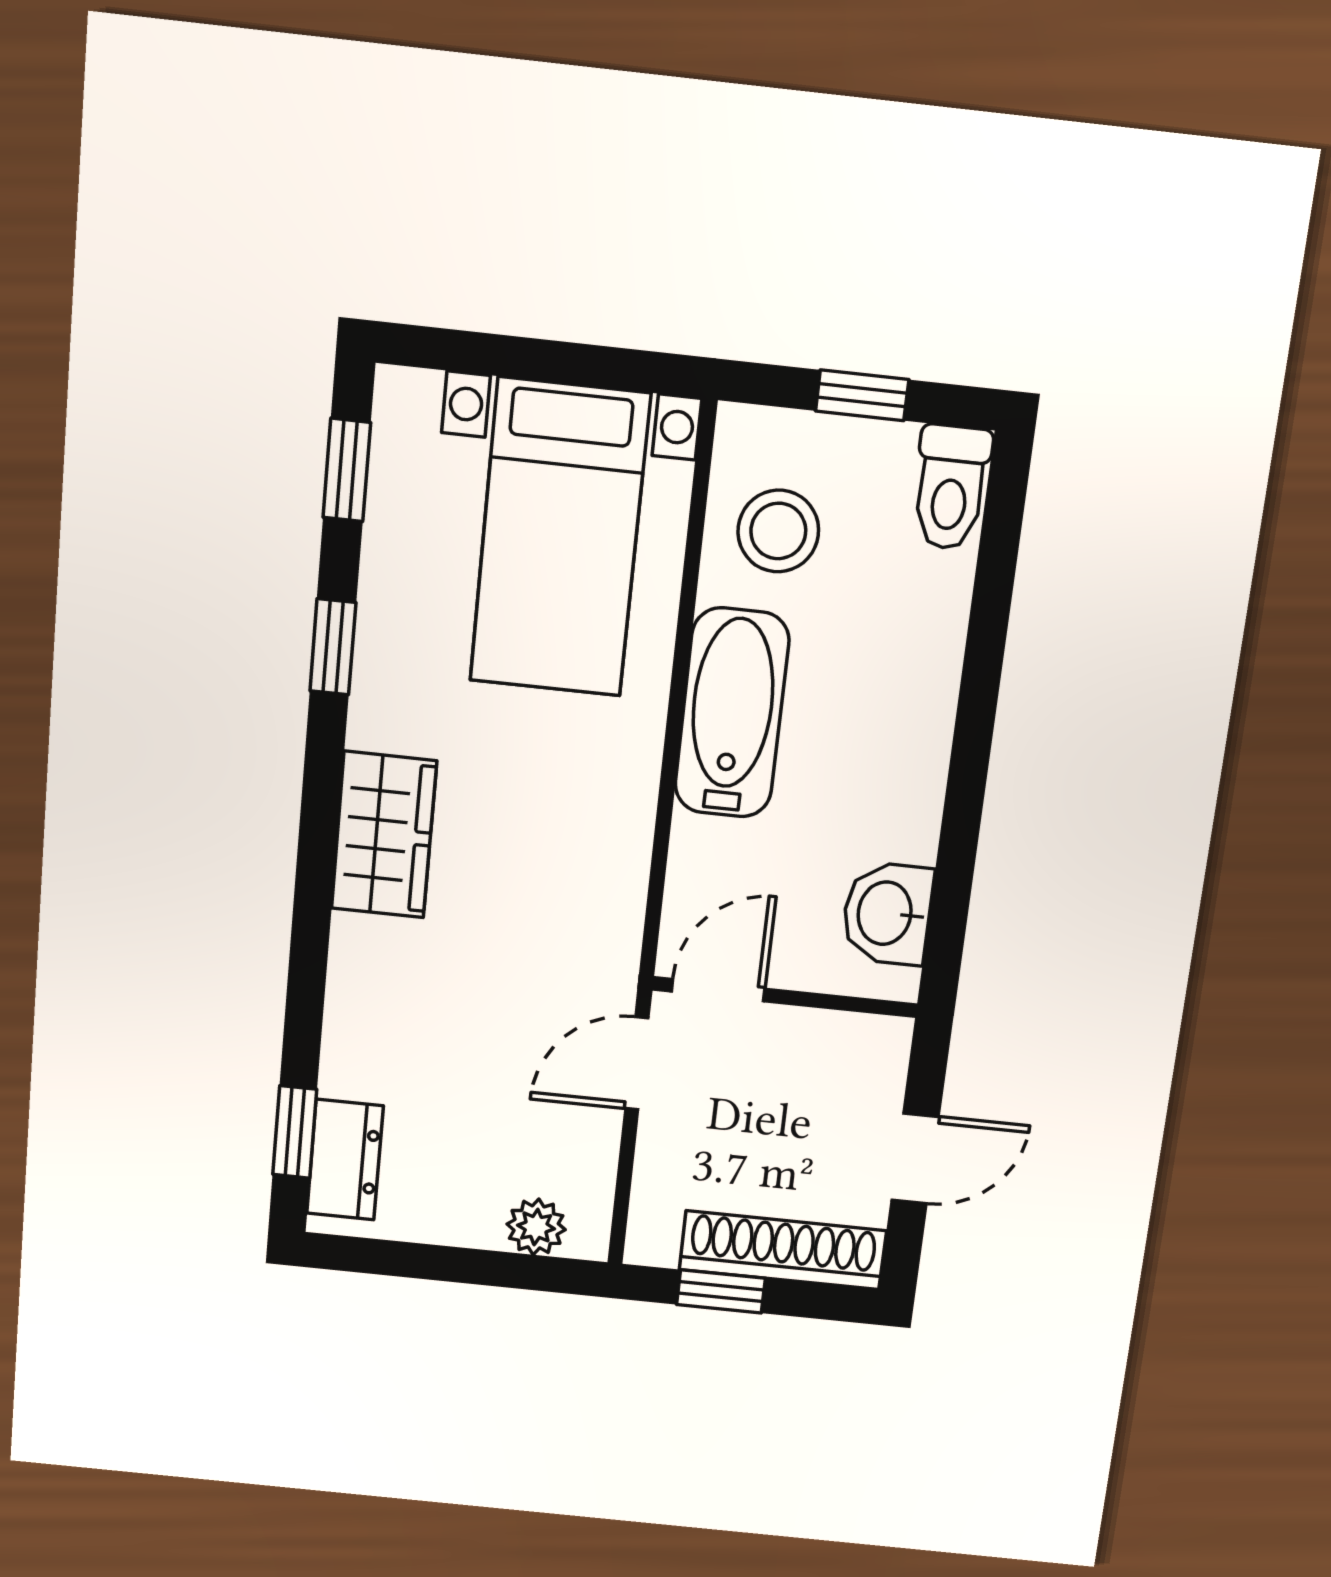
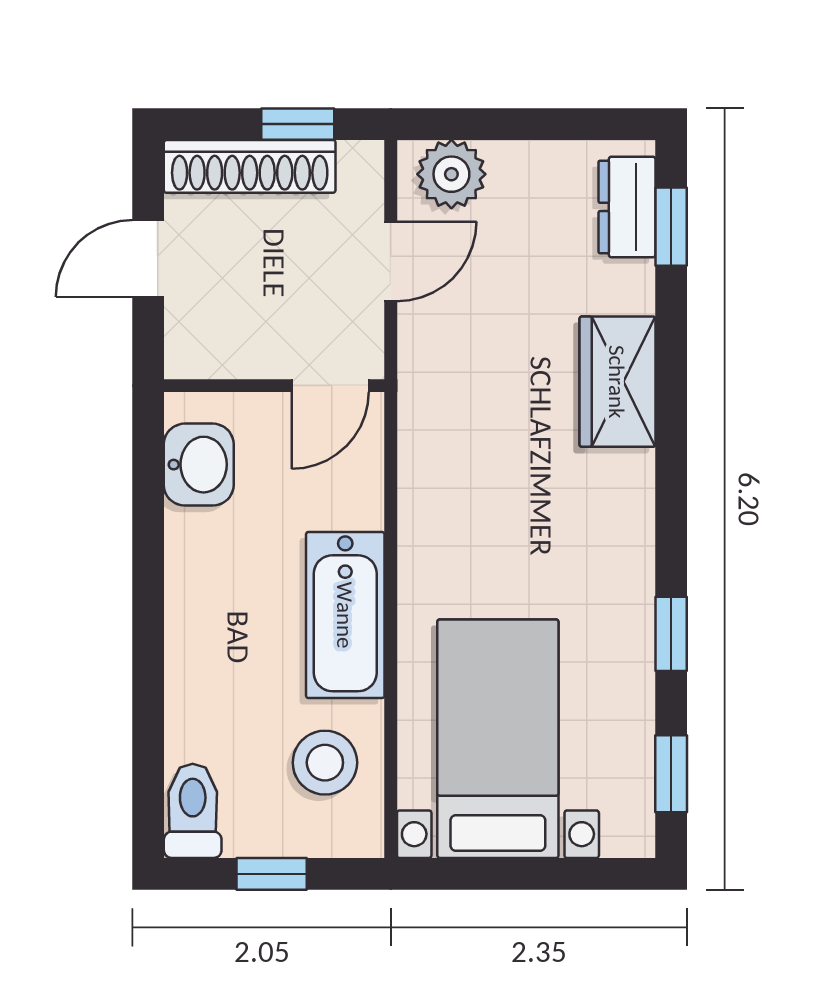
wardrobe: (384, 835) -> (617, 382), moved
door: (637, 1063) -> (391, 261), moved
plant: (536, 1227) -> (451, 174), width x1.38, depth x1.38

